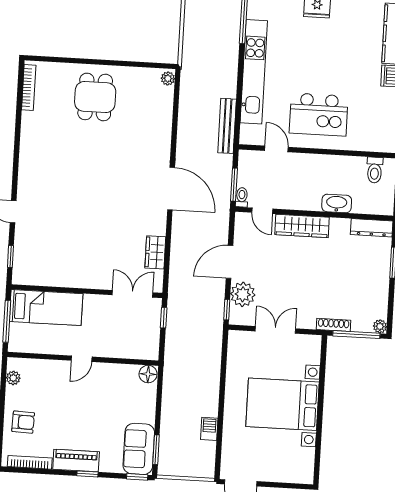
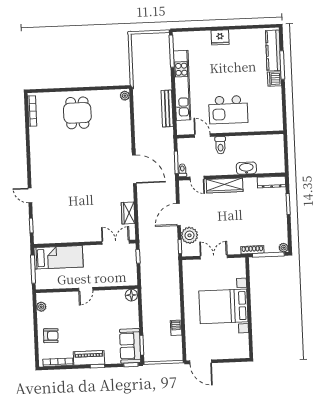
bench: (227, 126) -> (167, 108), moved
toilet: (375, 170) -> (220, 145), moved

